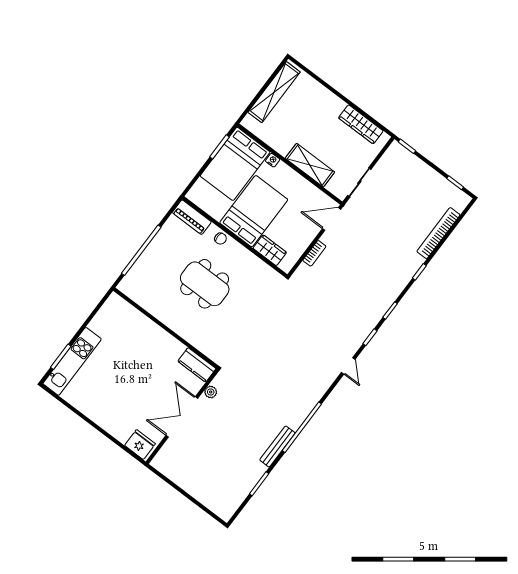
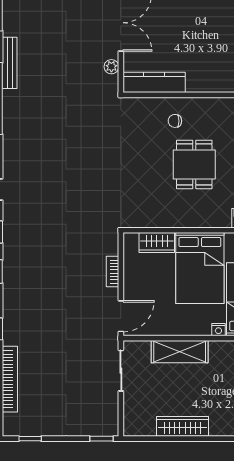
wardrobe: (361, 124) -> (183, 426), moved
chair: (220, 239) -> (175, 121), moved
dining table: (205, 284) -> (194, 164), width x0.73
kitchen counter: (197, 365) -> (154, 82), width x1.50

